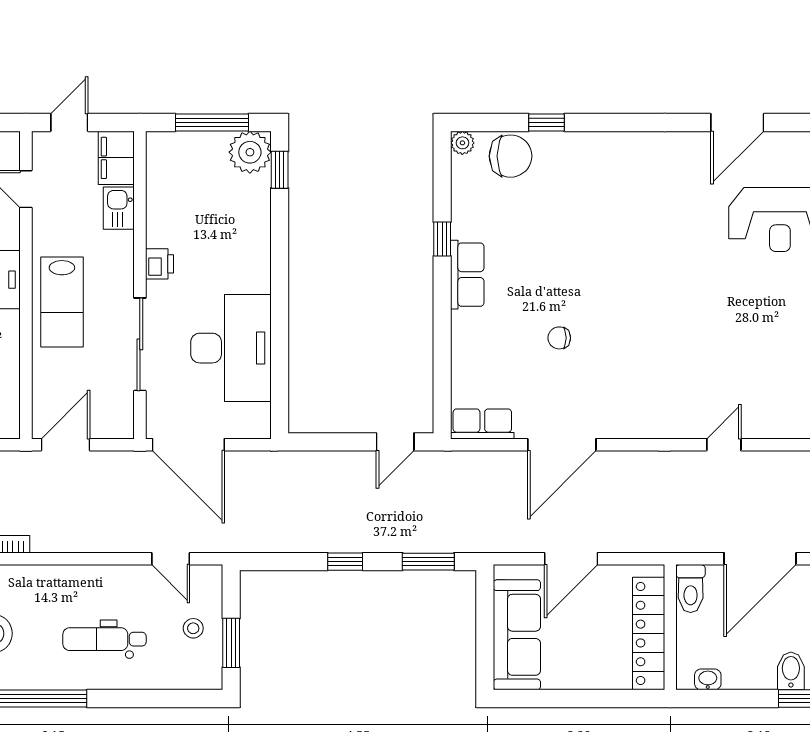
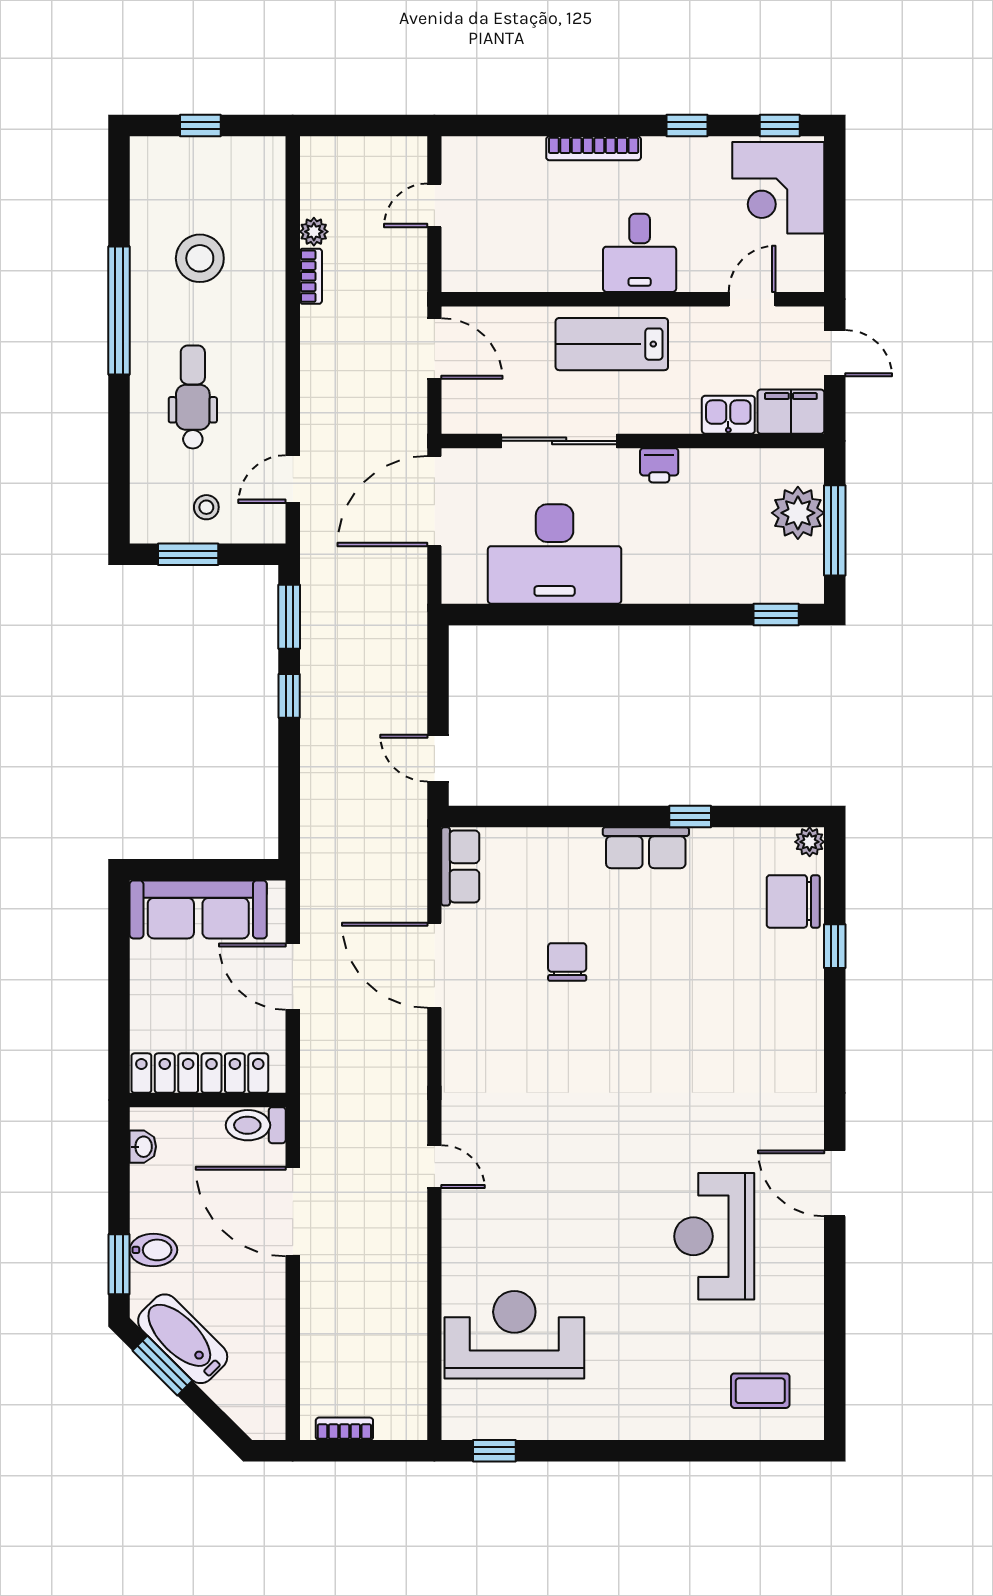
plant: (250, 152) -> (798, 513), moved
chair: (511, 156) -> (793, 901), turned 90
chair: (559, 338) -> (567, 962), width x1.37, depth x1.37
window: (428, 562) -> (289, 617), moved

